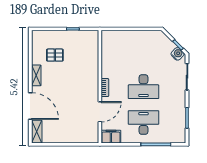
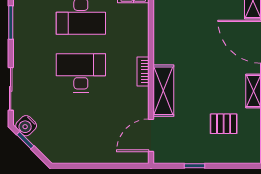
shelving: (92, 76) -> (163, 91), added
door: (100, 112) -> (151, 135), moved

